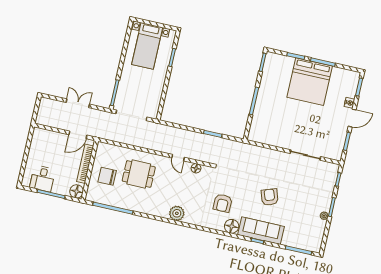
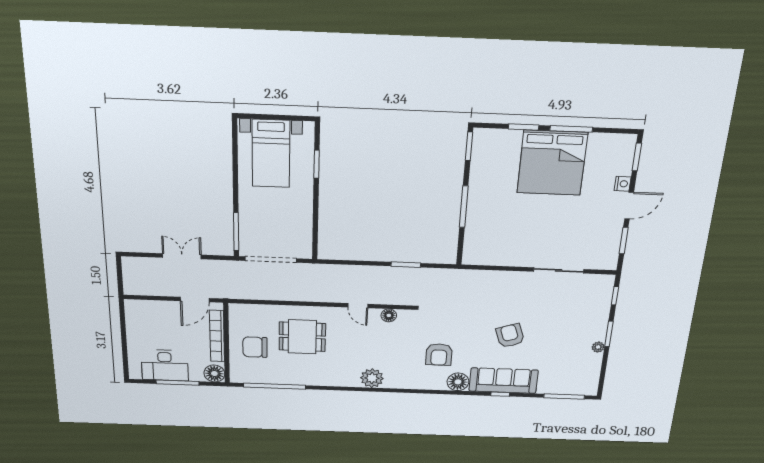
desk: (42, 179) -> (165, 365), width x1.37

